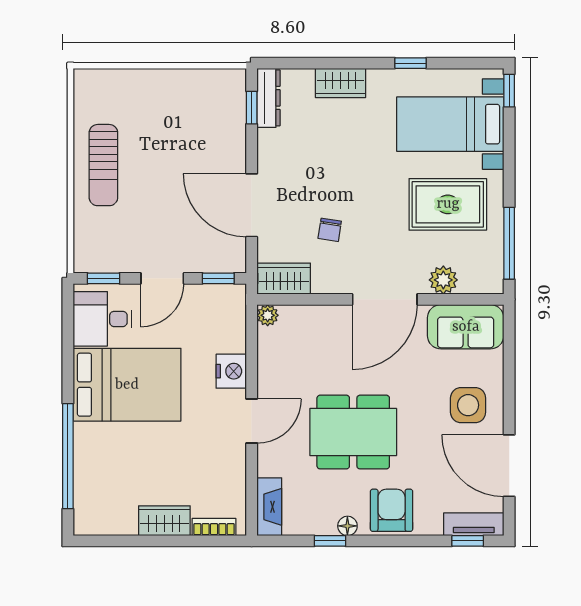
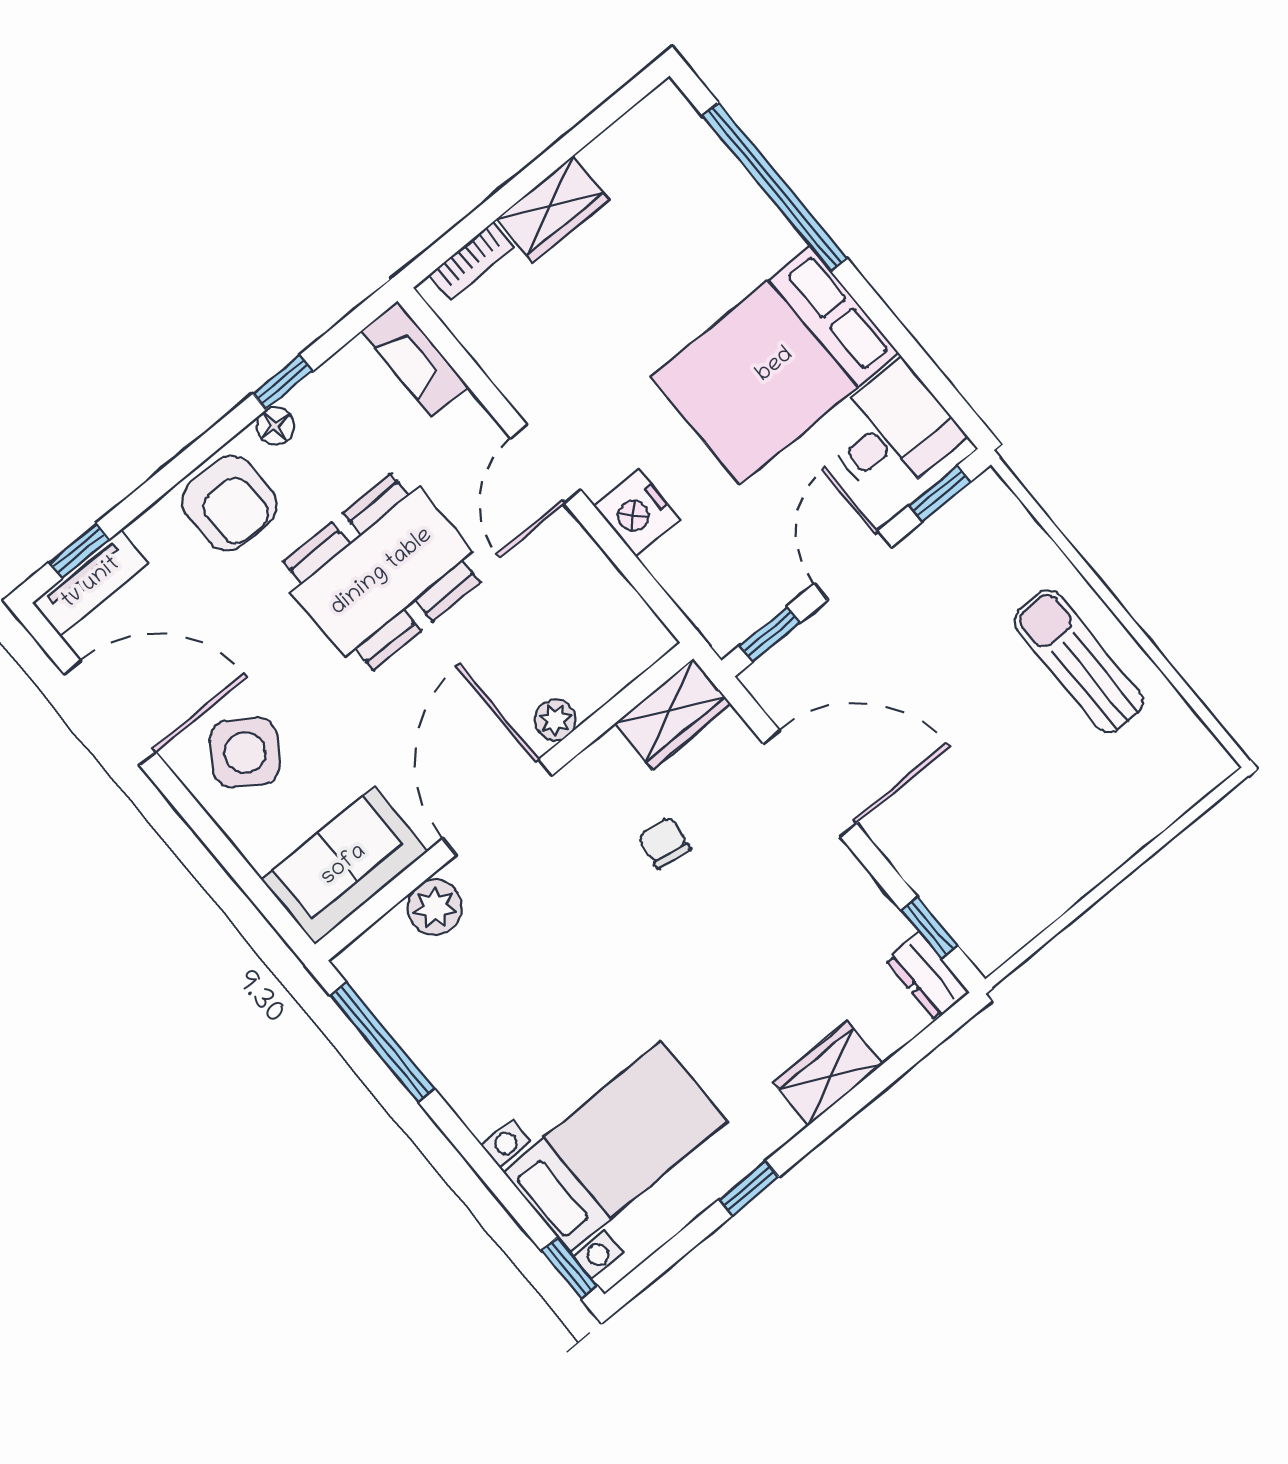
dresser: (269, 98) -> (927, 976), width x0.70
rug: (448, 204) -> (521, 1025), removed
plant: (268, 315) -> (555, 720), moved
side table: (468, 405) -> (245, 752), turned 33

